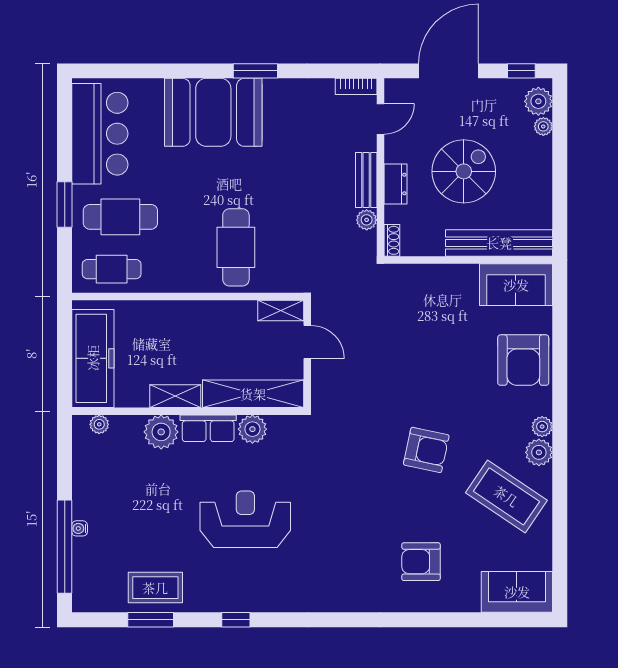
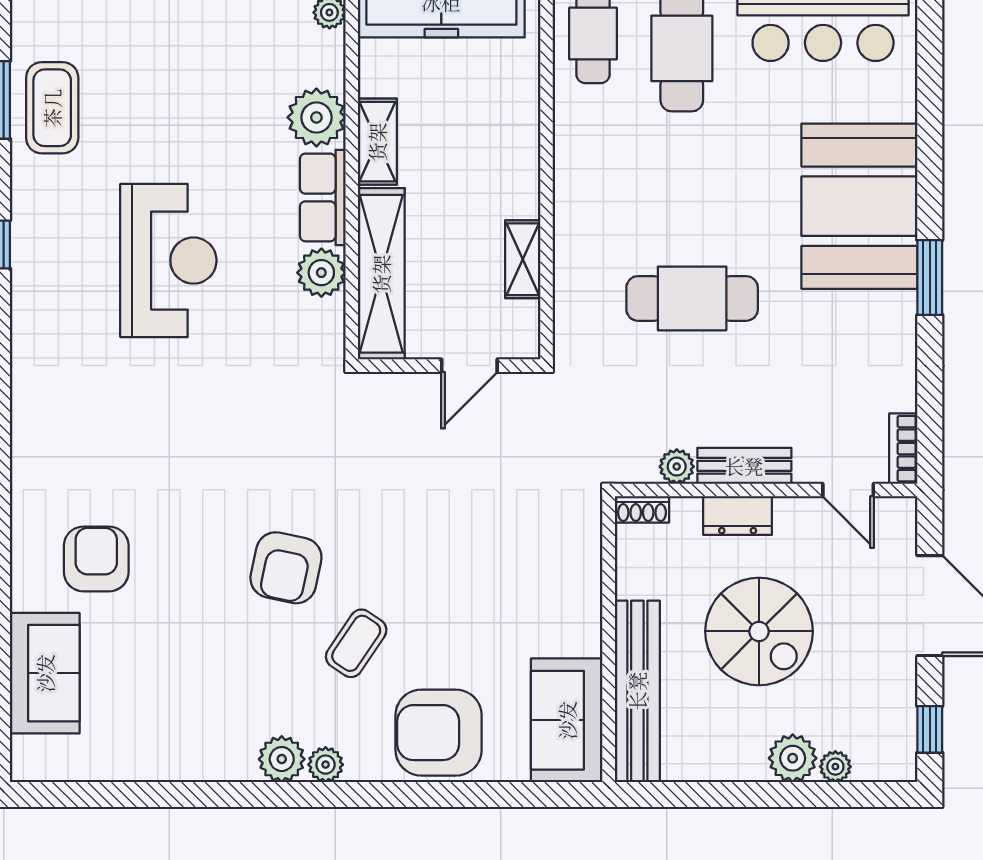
plant: (538, 101) -> (793, 758), moved
cafe table: (236, 247) -> (692, 298), moved
shelving: (281, 310) -> (523, 259), moved
coffee table: (506, 496) -> (356, 643), moved, width x0.54, depth x0.58
sofa: (517, 592) -> (45, 673), moved

